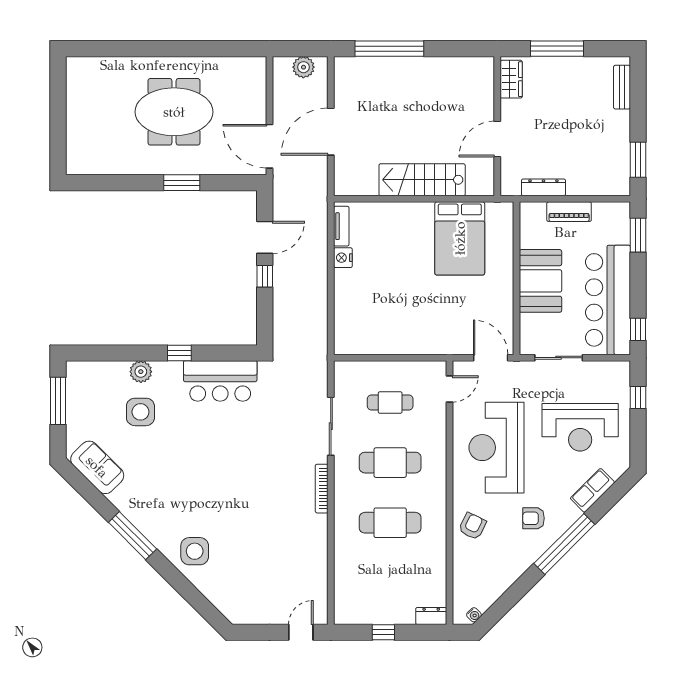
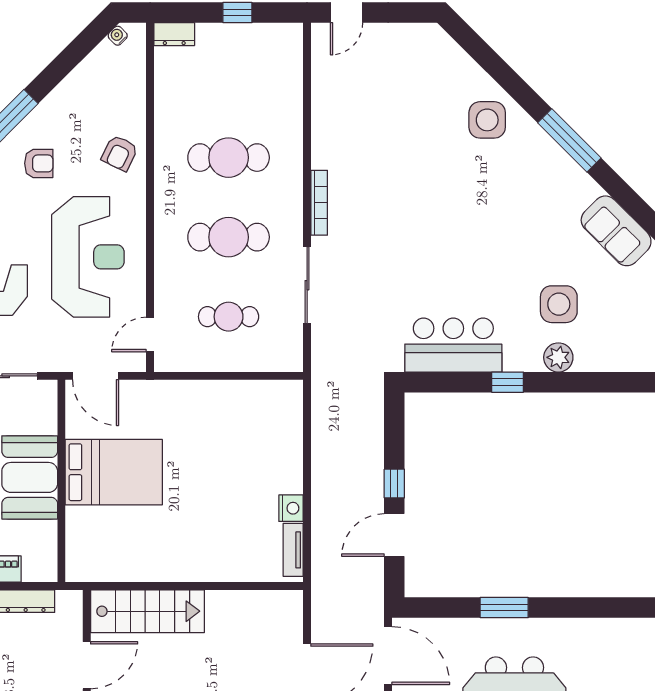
stairs: (422, 180) -> (147, 611), moved
bed: (460, 238) -> (114, 472), moved, turned 90

